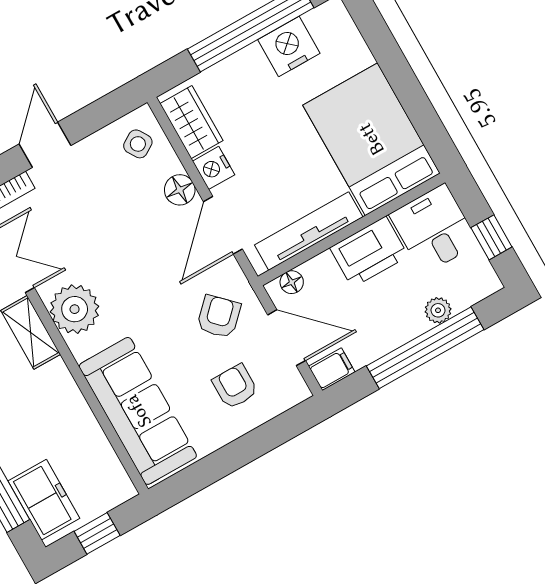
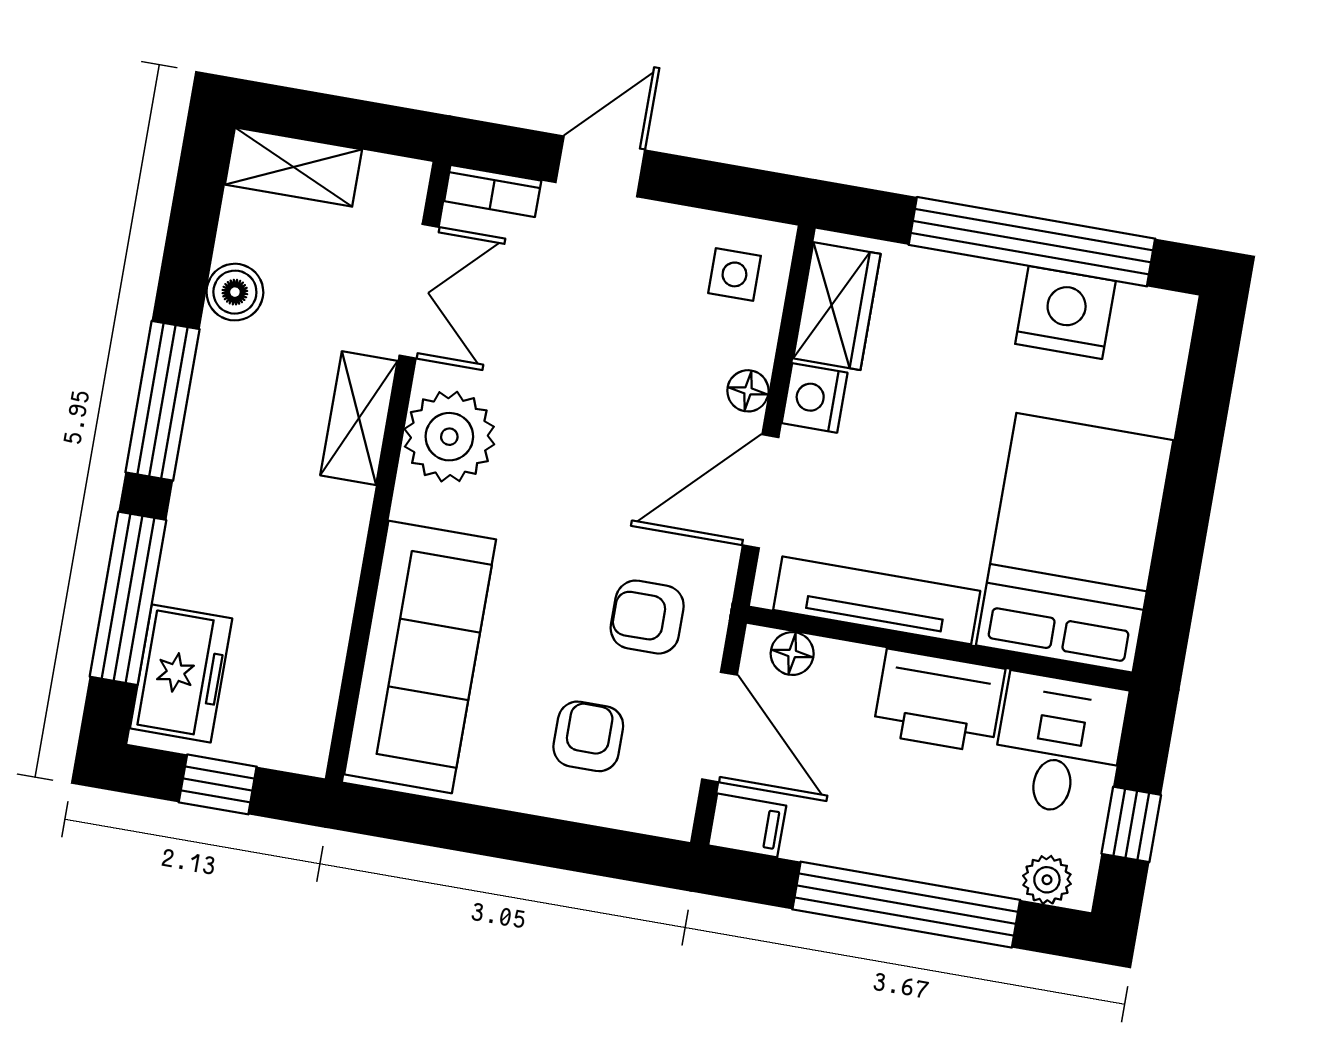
side table: (138, 144) -> (734, 274), turned 32
floor lamp: (180, 190) -> (748, 391), width x0.73, depth x0.73
plant: (438, 310) -> (1047, 880), moved
armchair: (219, 317) -> (647, 617), turned -135

